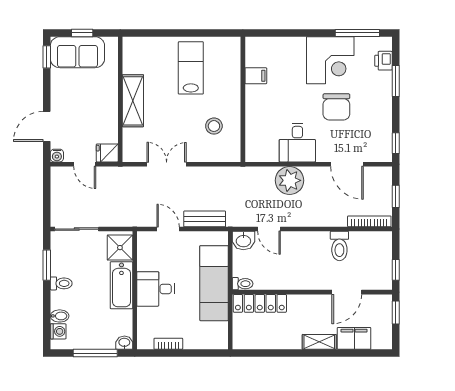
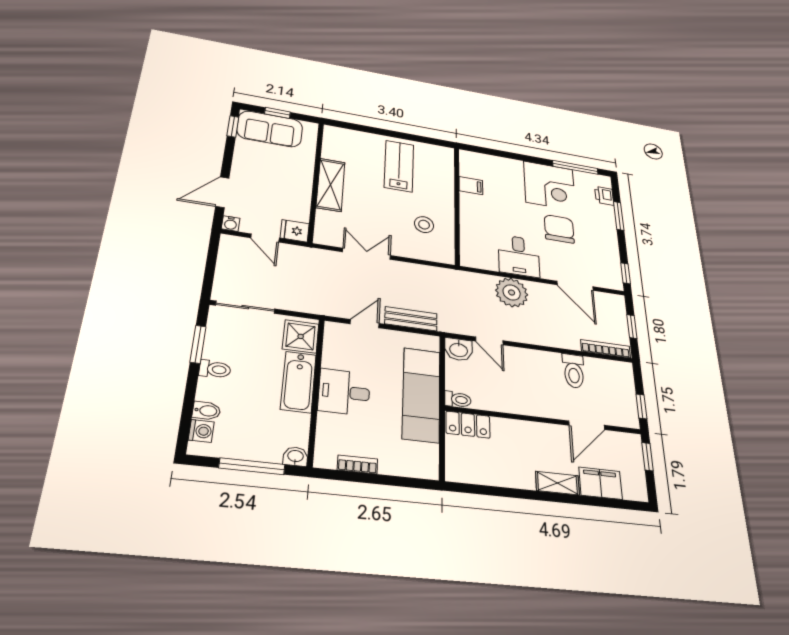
chair: (336, 107) -> (559, 229), turned 180
door: (168, 229) -> (365, 324), hinge flipped
locker: (260, 303) -> (468, 425), width x0.66

